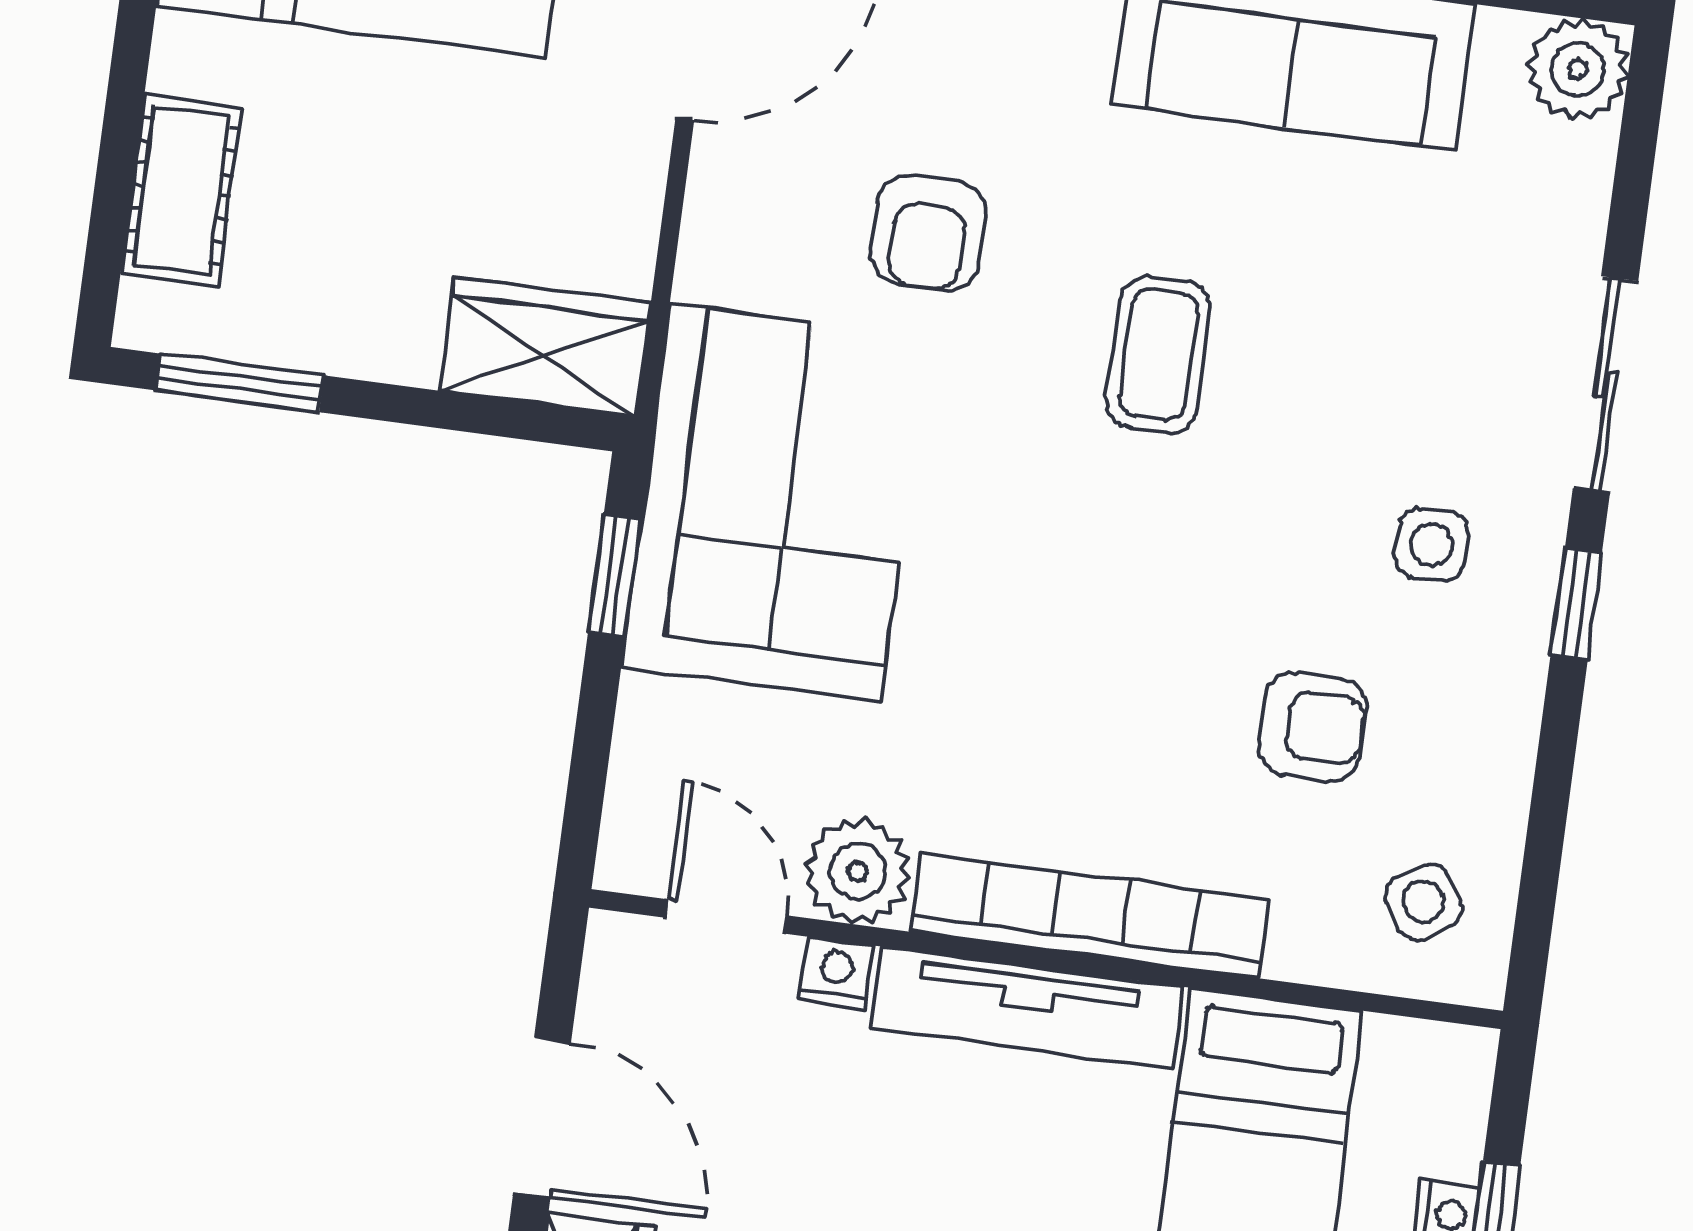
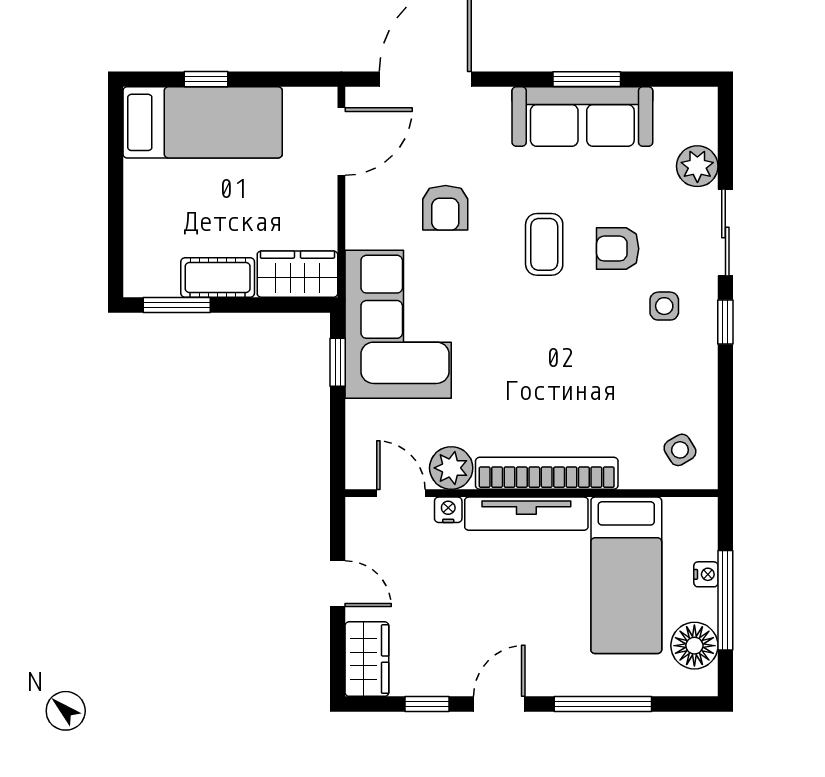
plant: (1578, 69) -> (697, 166), moved
cot: (181, 191) -> (218, 278), moved, turned 90
armchair: (1313, 727) -> (618, 249), moved, turned 180
door: (542, 1117) -> (338, 584), width x0.73

